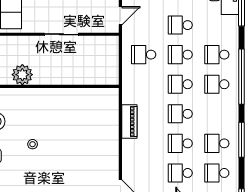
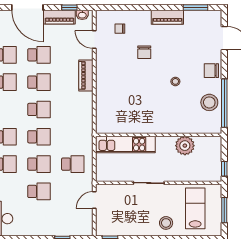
kitchen unit: (87, 76) -> (125, 145), added
piano: (129, 121) -> (86, 75), moved
chair: (66, 176) -> (144, 52), added

